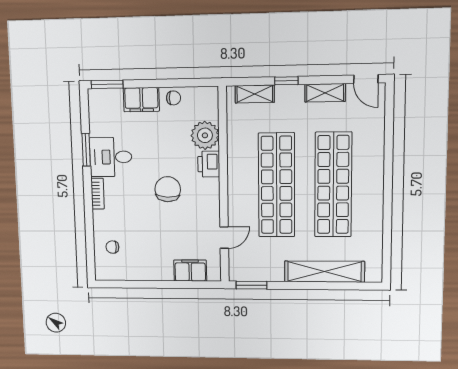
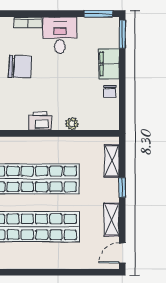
plant: (205, 135) -> (72, 124), width x0.53, depth x0.53
window: (86, 150) -> (98, 14), moved
printer: (209, 164) -> (40, 121), moved
chair: (168, 189) -> (20, 67), moved

